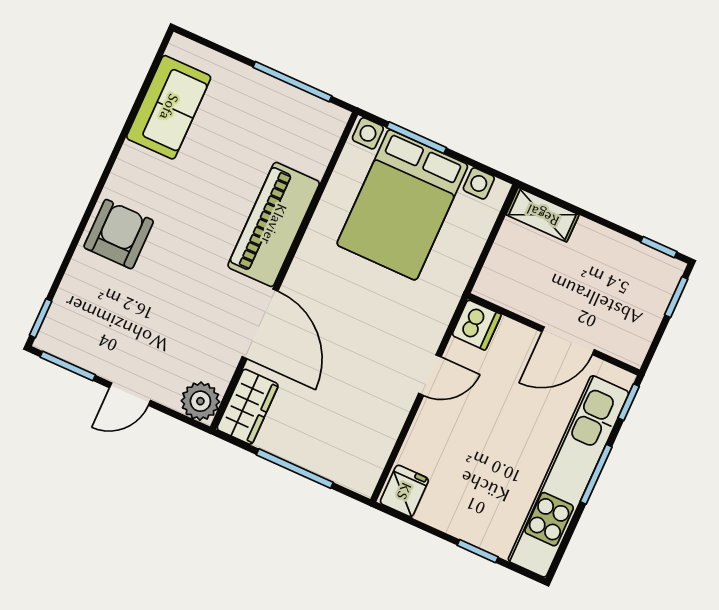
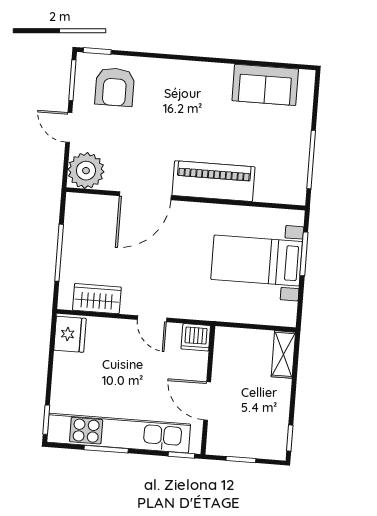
bed with nightstands: (402, 205) -> (257, 261), width x0.73
armchair: (119, 234) -> (115, 87), moved, turned 90
window: (676, 297) -> (241, 460), moved
plant: (200, 401) -> (86, 171), width x1.36, depth x1.36
wardrobe: (248, 407) -> (97, 299), moved, turned 180
window: (596, 474) -> (106, 449), moved
fridge: (404, 491) -> (70, 334), width x1.38
window: (478, 551) -> (46, 420), moved

